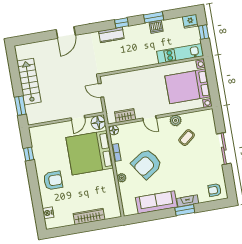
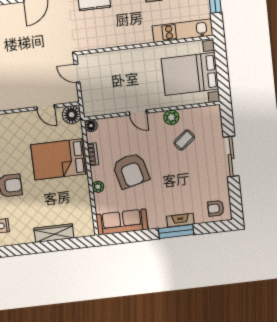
wardrobe: (125, 116) -> (107, 108), removed
door: (78, 118) -> (46, 107), hinge flipped
bed: (90, 153) -> (59, 159), width x0.73
armchair: (147, 164) -> (131, 171), turned -70
sofa: (156, 202) -> (122, 222), moved
window: (185, 210) -> (176, 231), width x1.44

